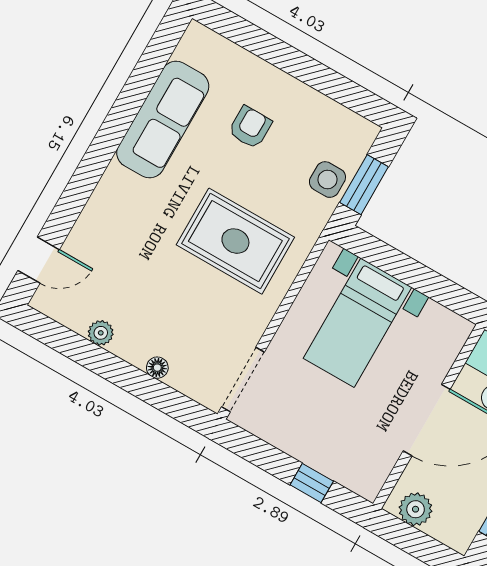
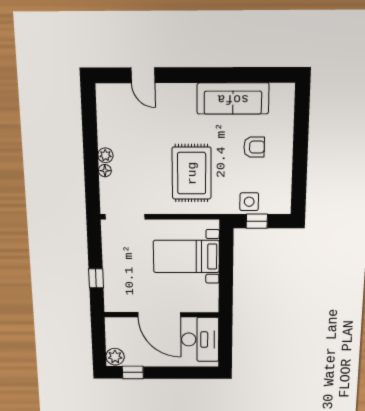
window: (364, 185) -> (257, 221), width x0.67
door: (39, 260) -> (143, 75), moved
plant: (101, 333) -> (105, 155), moved
plant: (416, 509) -> (115, 357), moved

